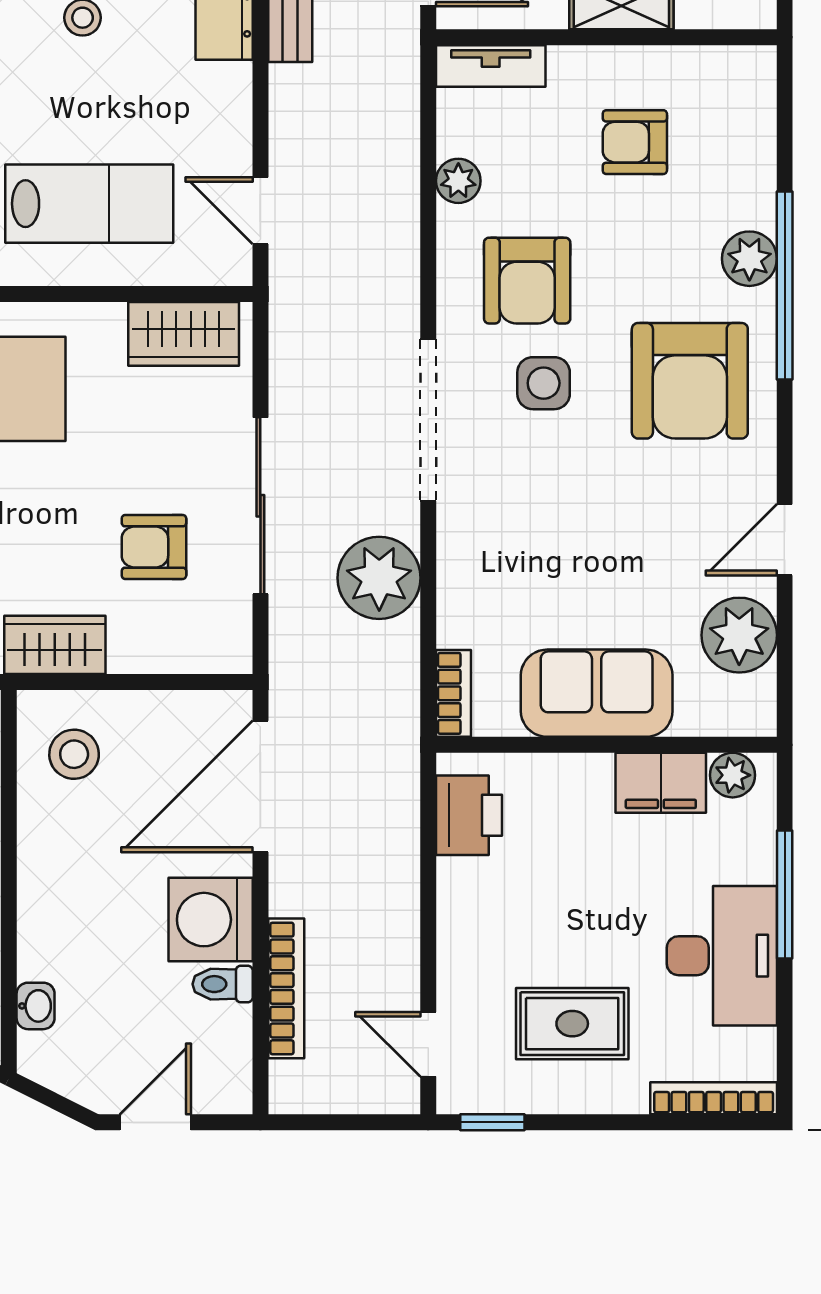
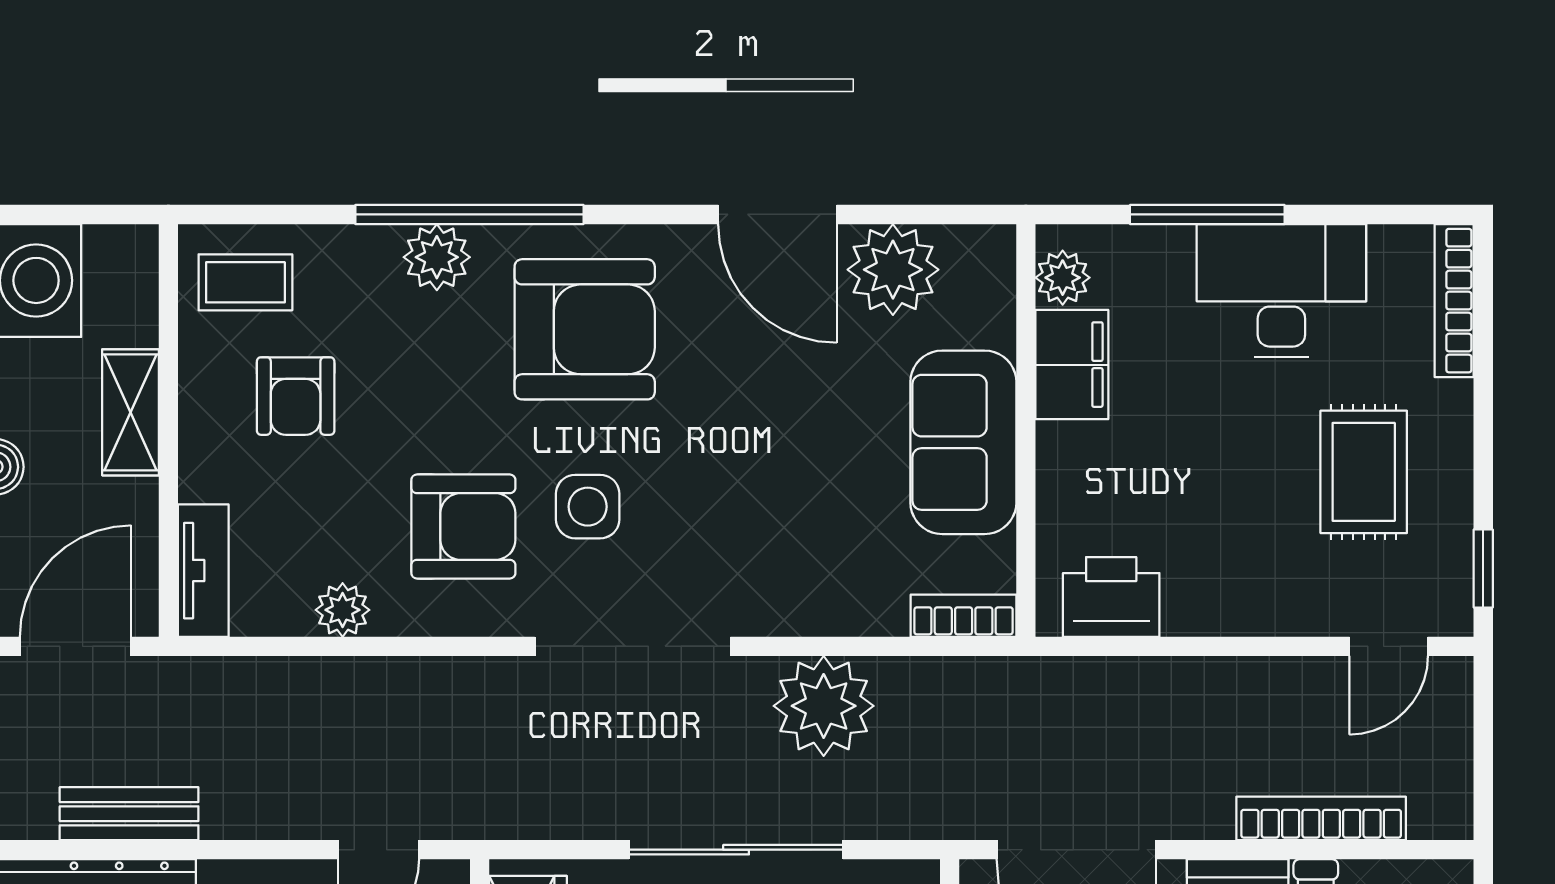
coffee table: (729, 101) -> (245, 282), added
door: (785, 540) -> (777, 214), width x1.38

